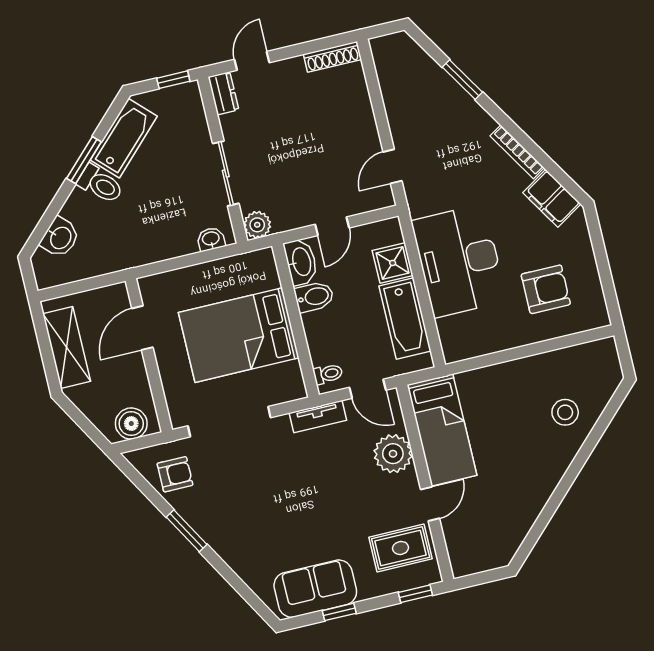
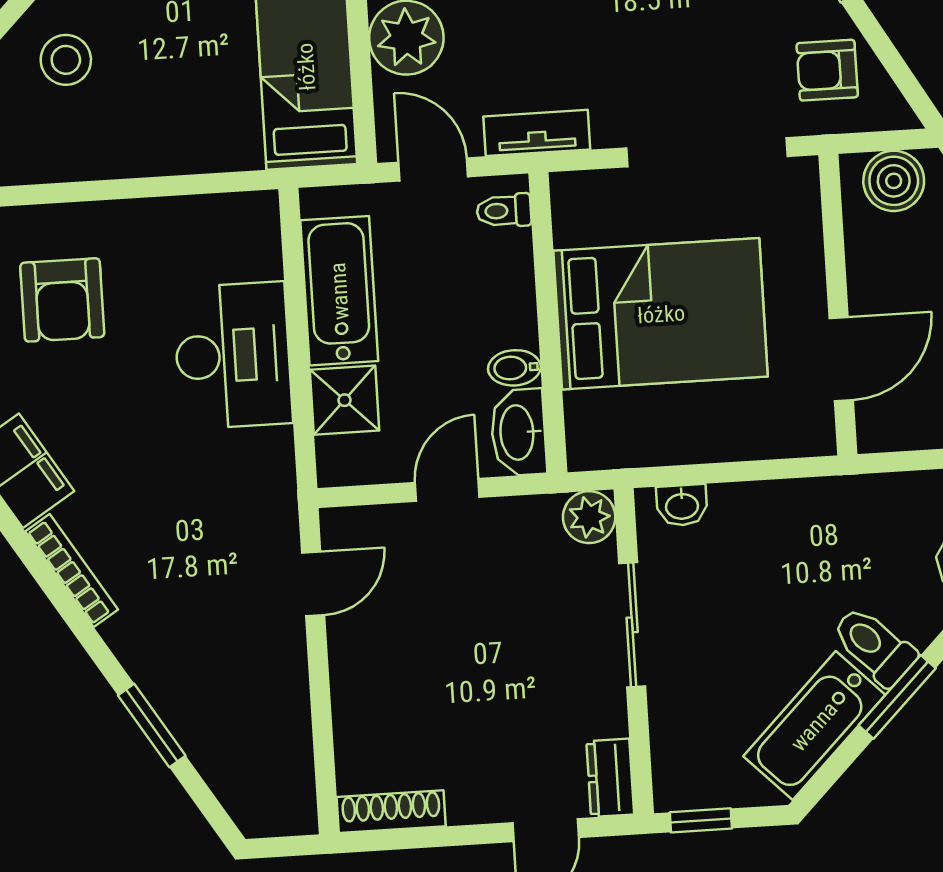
desk: (459, 261) -> (233, 355), width x0.73, depth x0.77
armchair: (546, 289) -> (62, 300), turned -90
bidet: (314, 297) -> (514, 368), width x0.72, depth x0.74

